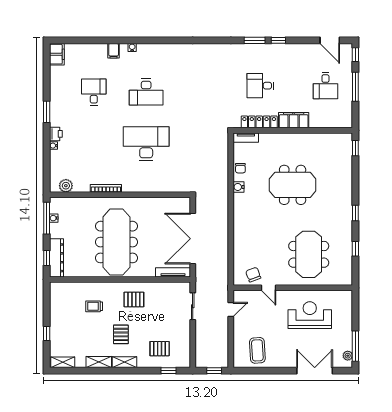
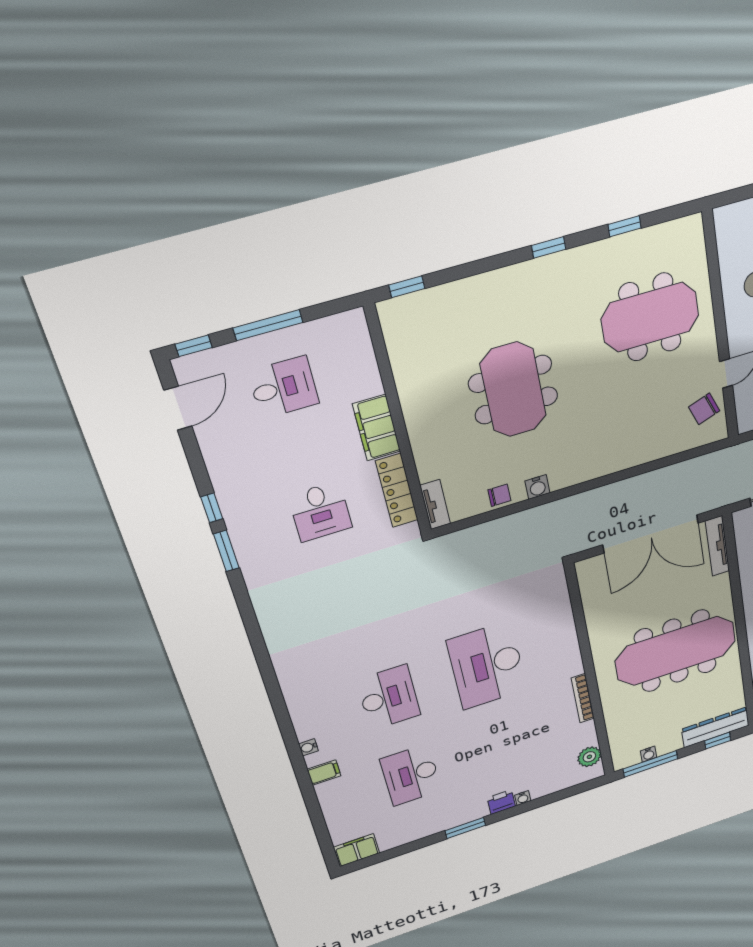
desk: (94, 92) -> (411, 775), width x1.37

